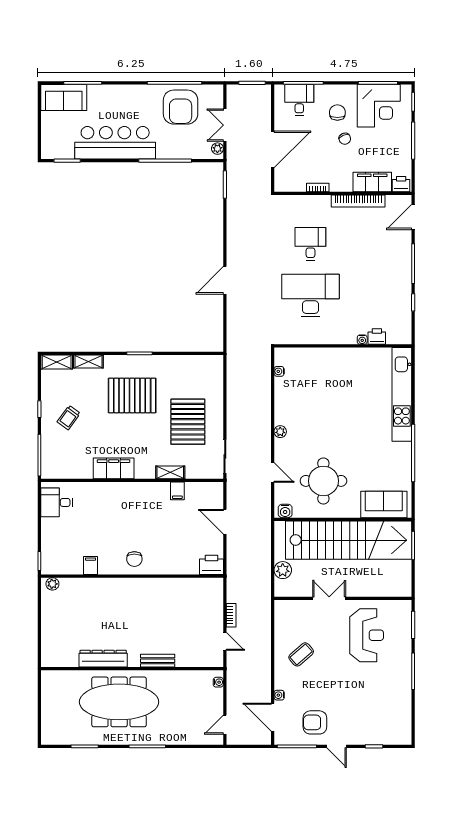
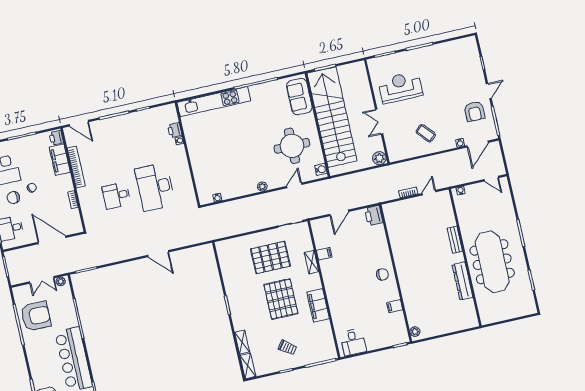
pallet: (132, 395) -> (281, 299), moved
plant: (283, 570) -> (379, 158), moved

